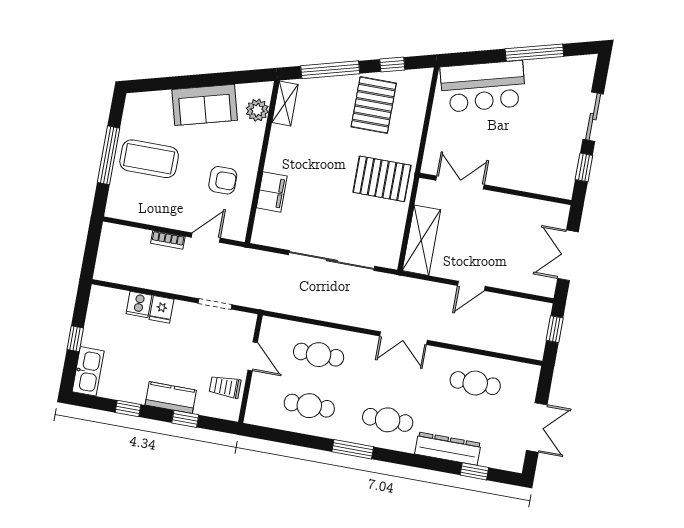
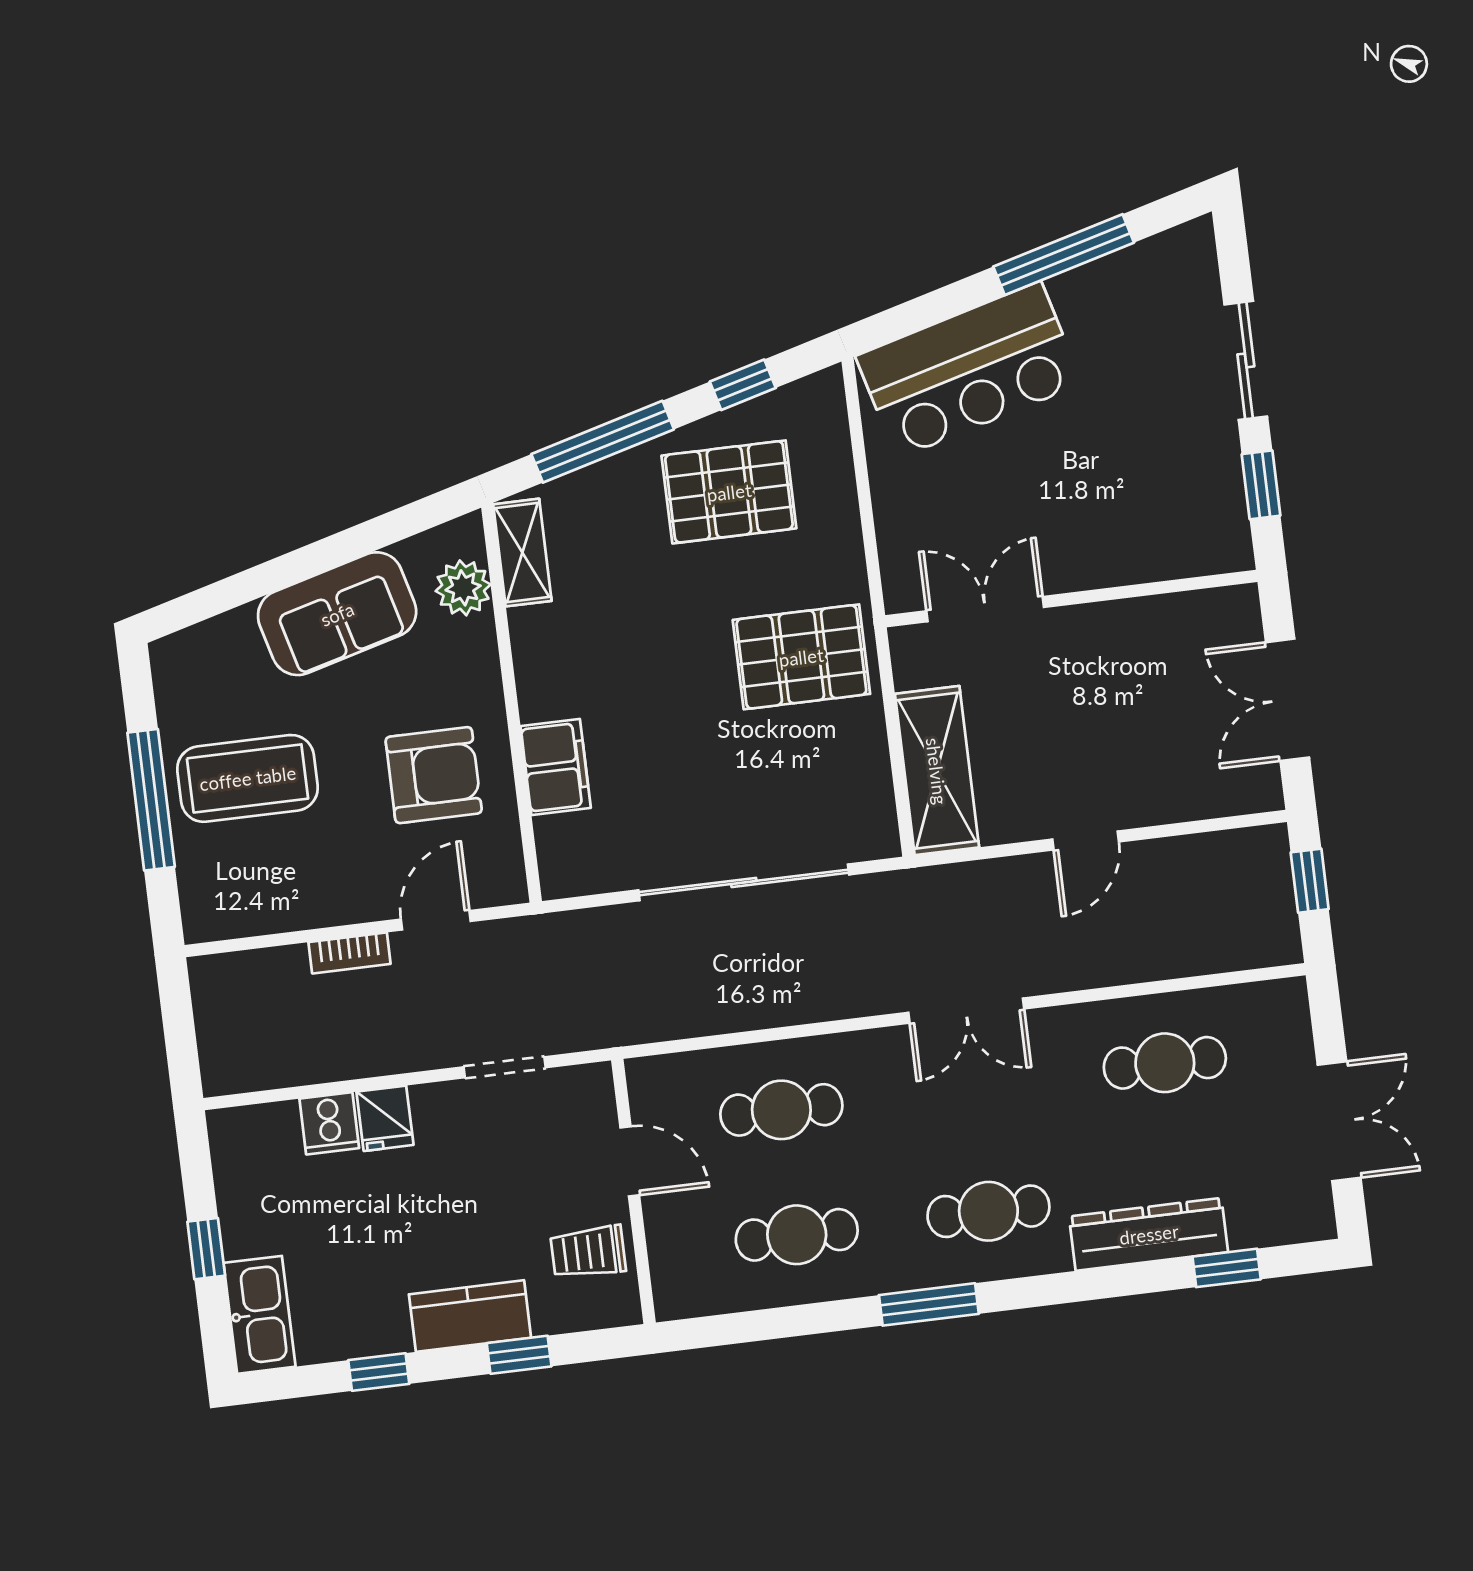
pallet: (374, 105) -> (729, 492), turned 90
armchair: (223, 180) -> (434, 775), width x1.38, depth x1.38

